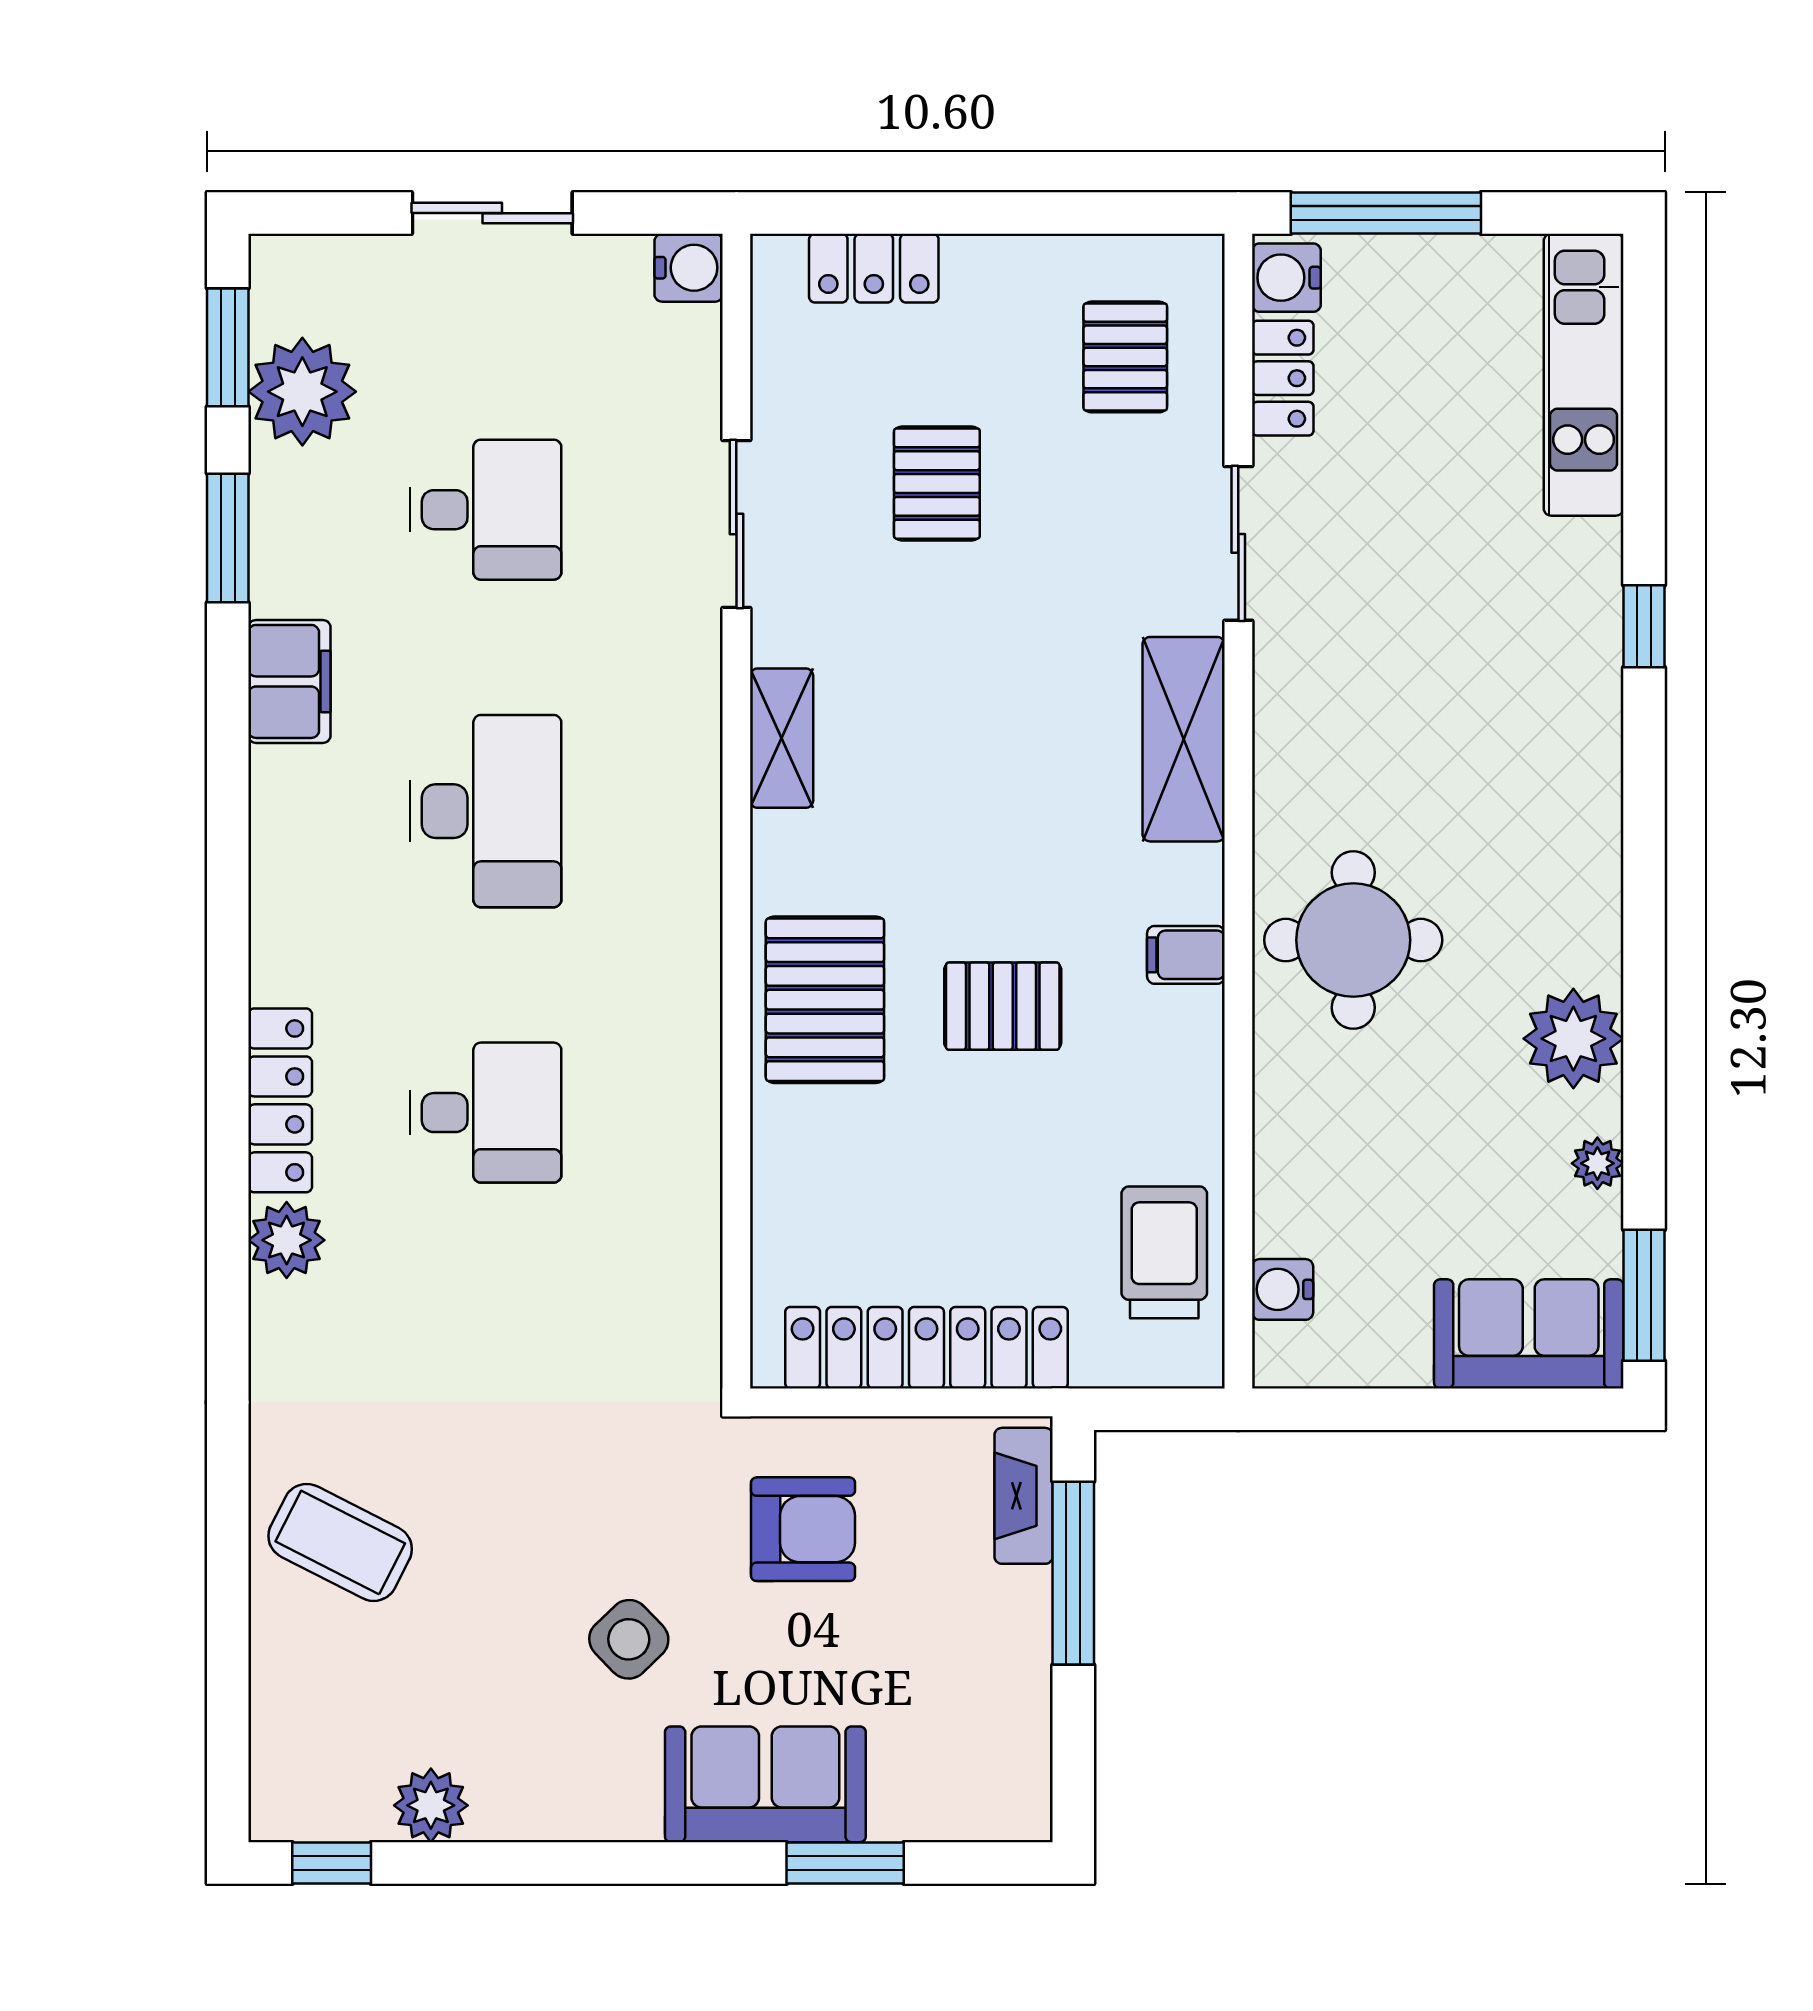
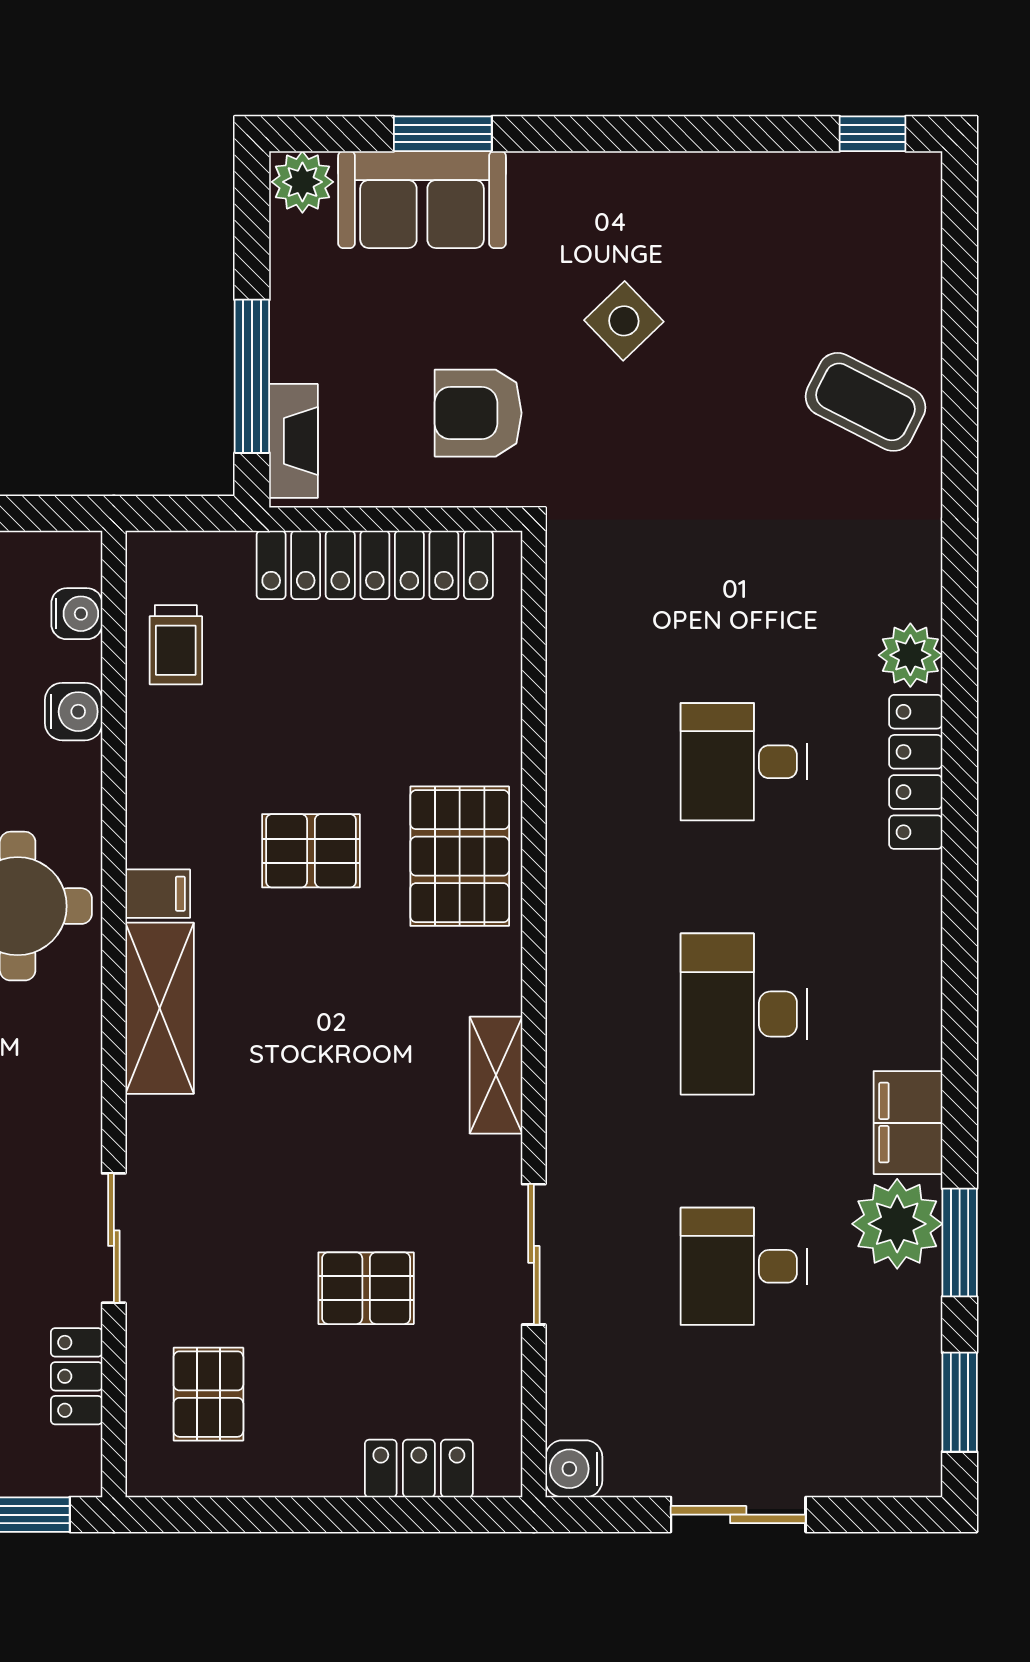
water cooler: (1286, 278) -> (74, 712), moved
plant: (302, 392) -> (897, 1224), moved
pallet: (937, 484) -> (366, 1288), turned 90
shelving: (1184, 739) -> (160, 1008), moved
trolley: (1164, 1252) -> (176, 645), width x0.73, depth x0.72
sofa: (765, 1784) -> (422, 200), moved
plant: (431, 1805) -> (302, 182), moved

